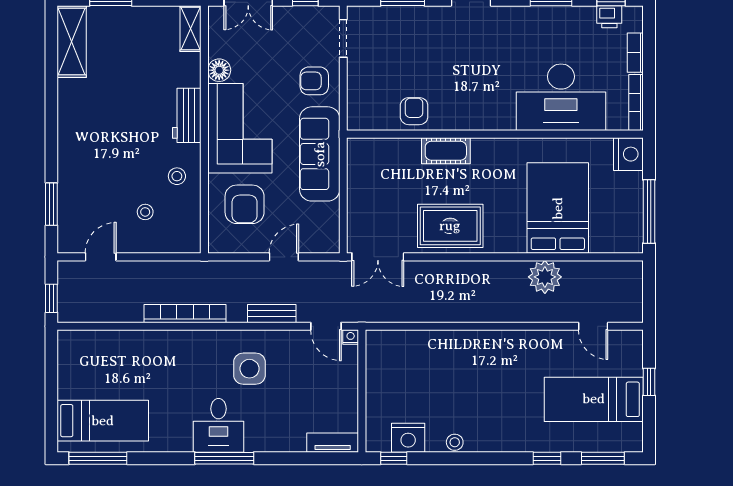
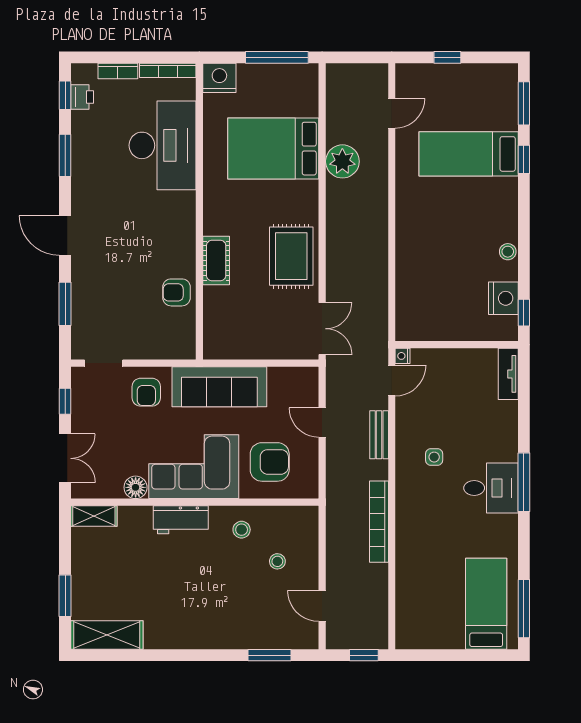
side table: (249, 369) -> (434, 457), width x0.54, depth x0.54
bed: (594, 399) -> (469, 154), moved, turned 90

